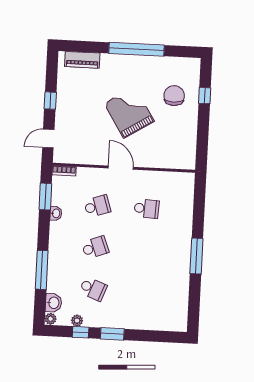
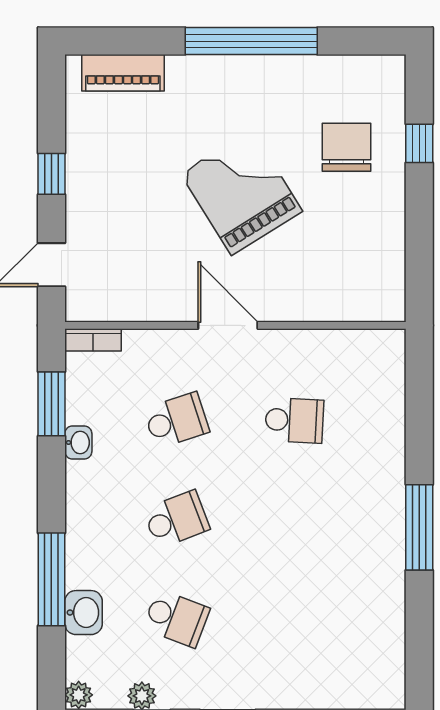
washbasin: (53, 303) -> (84, 613), moved

